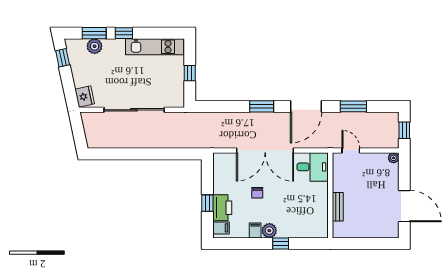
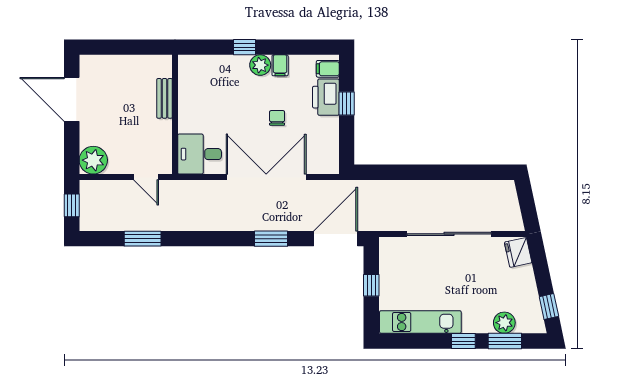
door: (306, 106) -> (336, 239), moved
plant: (393, 158) -> (93, 160), width x1.88, depth x1.88

